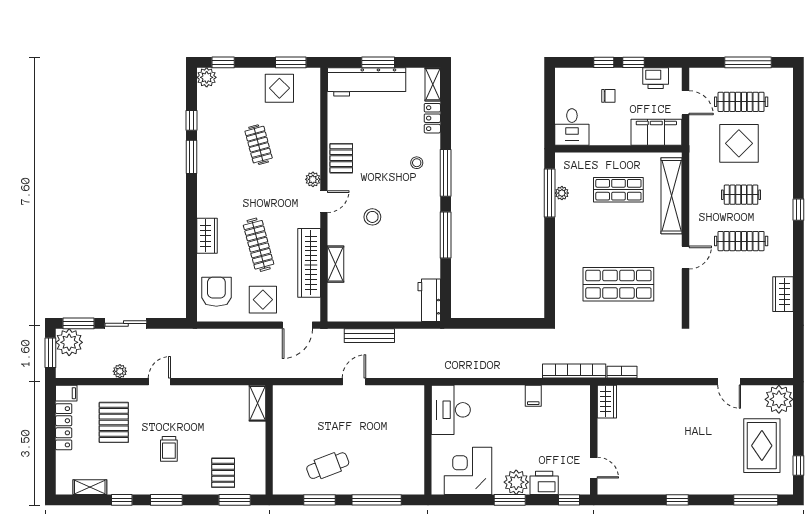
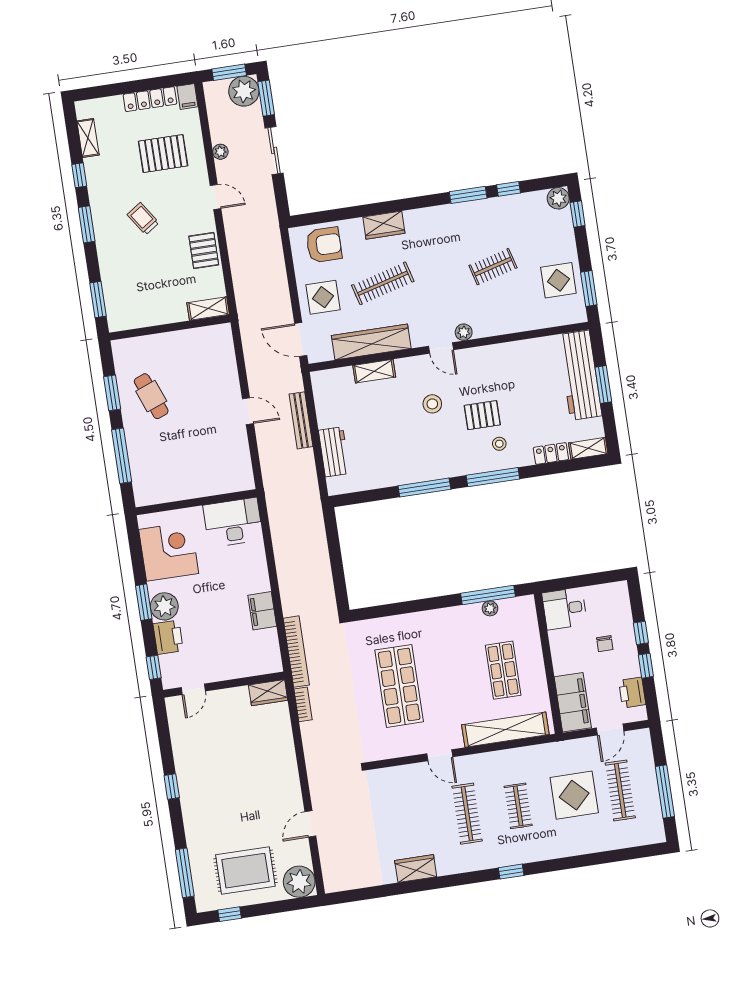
pallet: (341, 158) -> (482, 415), moved
workbench: (429, 300) -> (334, 452), moved, turned 90
filing cabinet: (533, 396) -> (262, 611), width x2.00
trolley: (169, 449) -> (143, 219), turned 56
pallet: (223, 473) -> (204, 250), moved, turned 90

